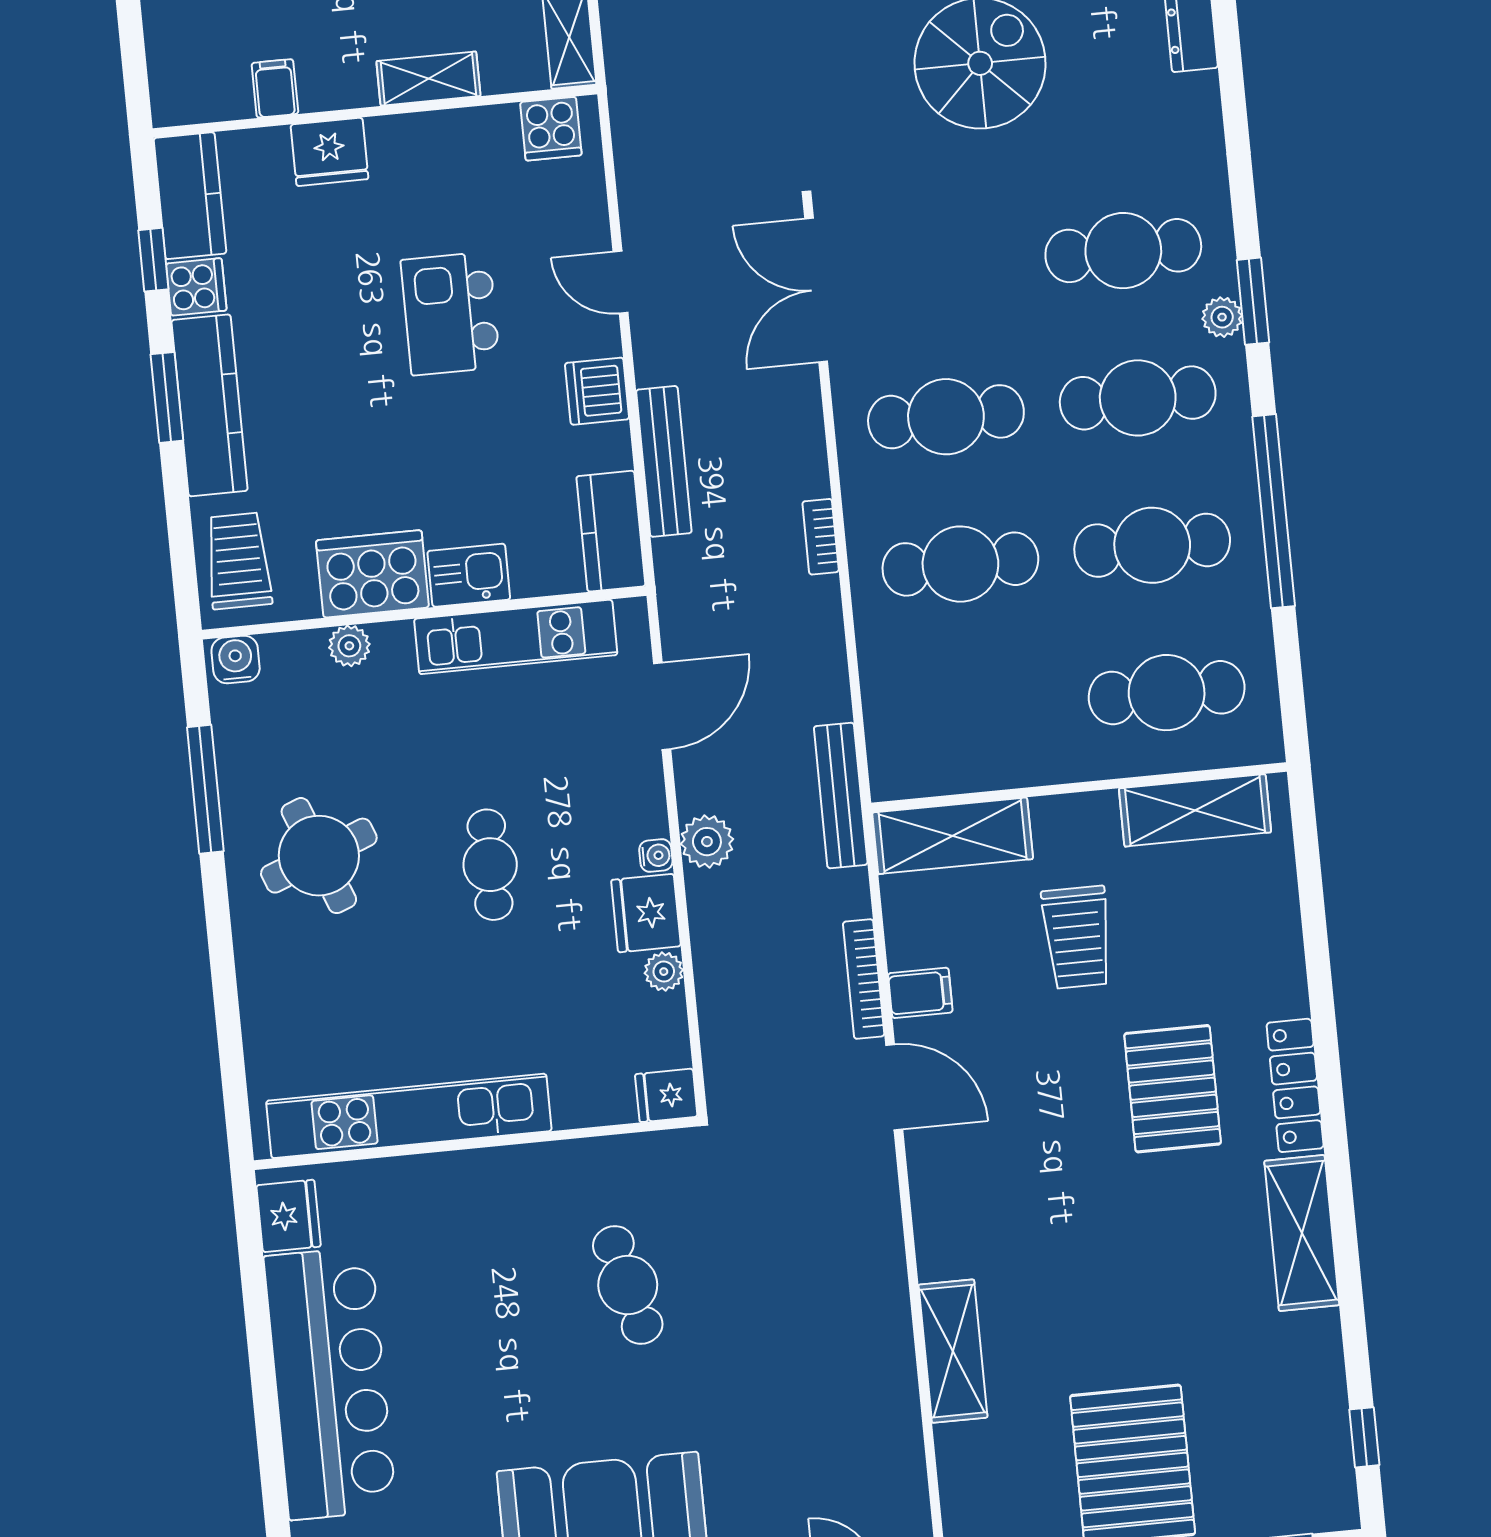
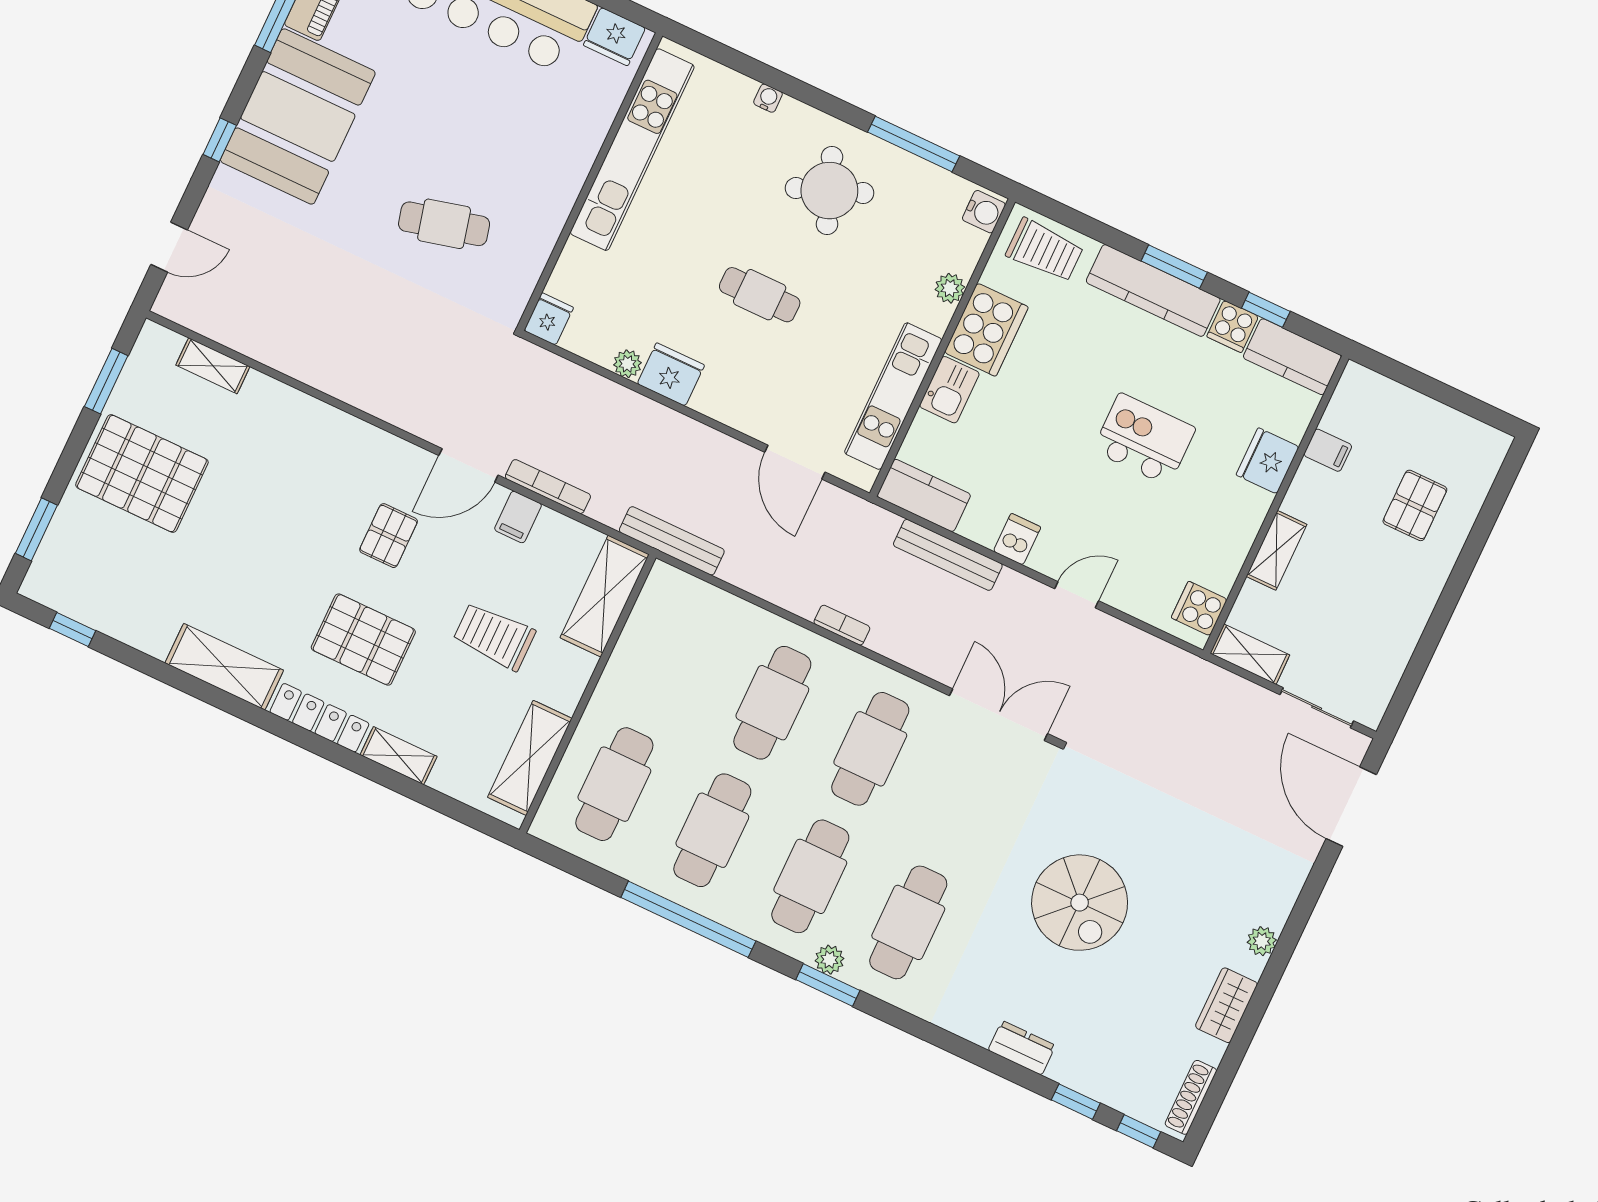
kitchen island: (450, 314) -> (1144, 439), moved
dishwasher: (597, 391) -> (1017, 539), width x0.73
plant: (707, 842) -> (693, 440), removed
water cooler: (656, 855) -> (768, 98), moved, turned 180
shelving: (1284, 966) -> (399, 756), added
pallet: (1033, 1132) -> (389, 536), added
shelving: (953, 1351) -> (213, 366), moved, width x0.67, depth x0.75

